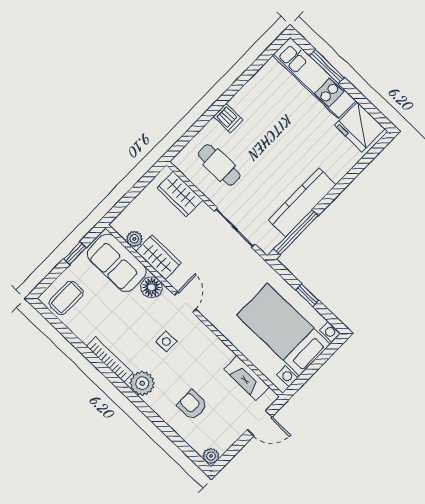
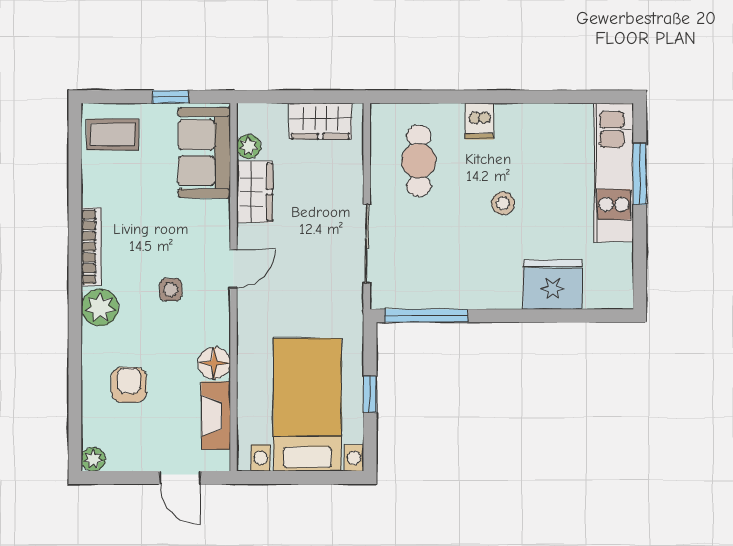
fridge: (360, 127) -> (553, 285), moved, turned 90
stool: (278, 145) -> (503, 203), added
wardrobe: (180, 194) -> (320, 121), moved, turned -90
kitchen counter: (302, 202) -> (466, 291), removed
floor lamp: (152, 287) -> (214, 363), moved

